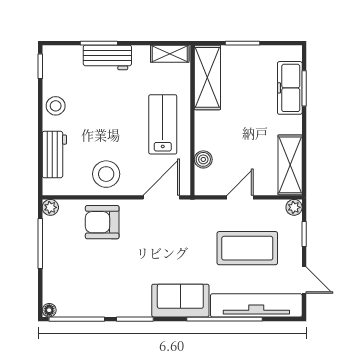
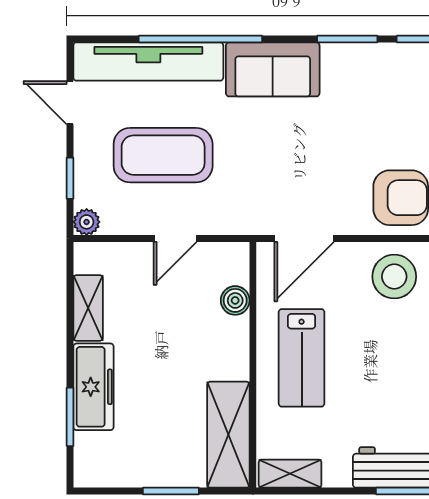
freezer: (290, 88) -> (93, 387), moved
shelving: (290, 165) -> (88, 308), width x0.67, depth x0.75

